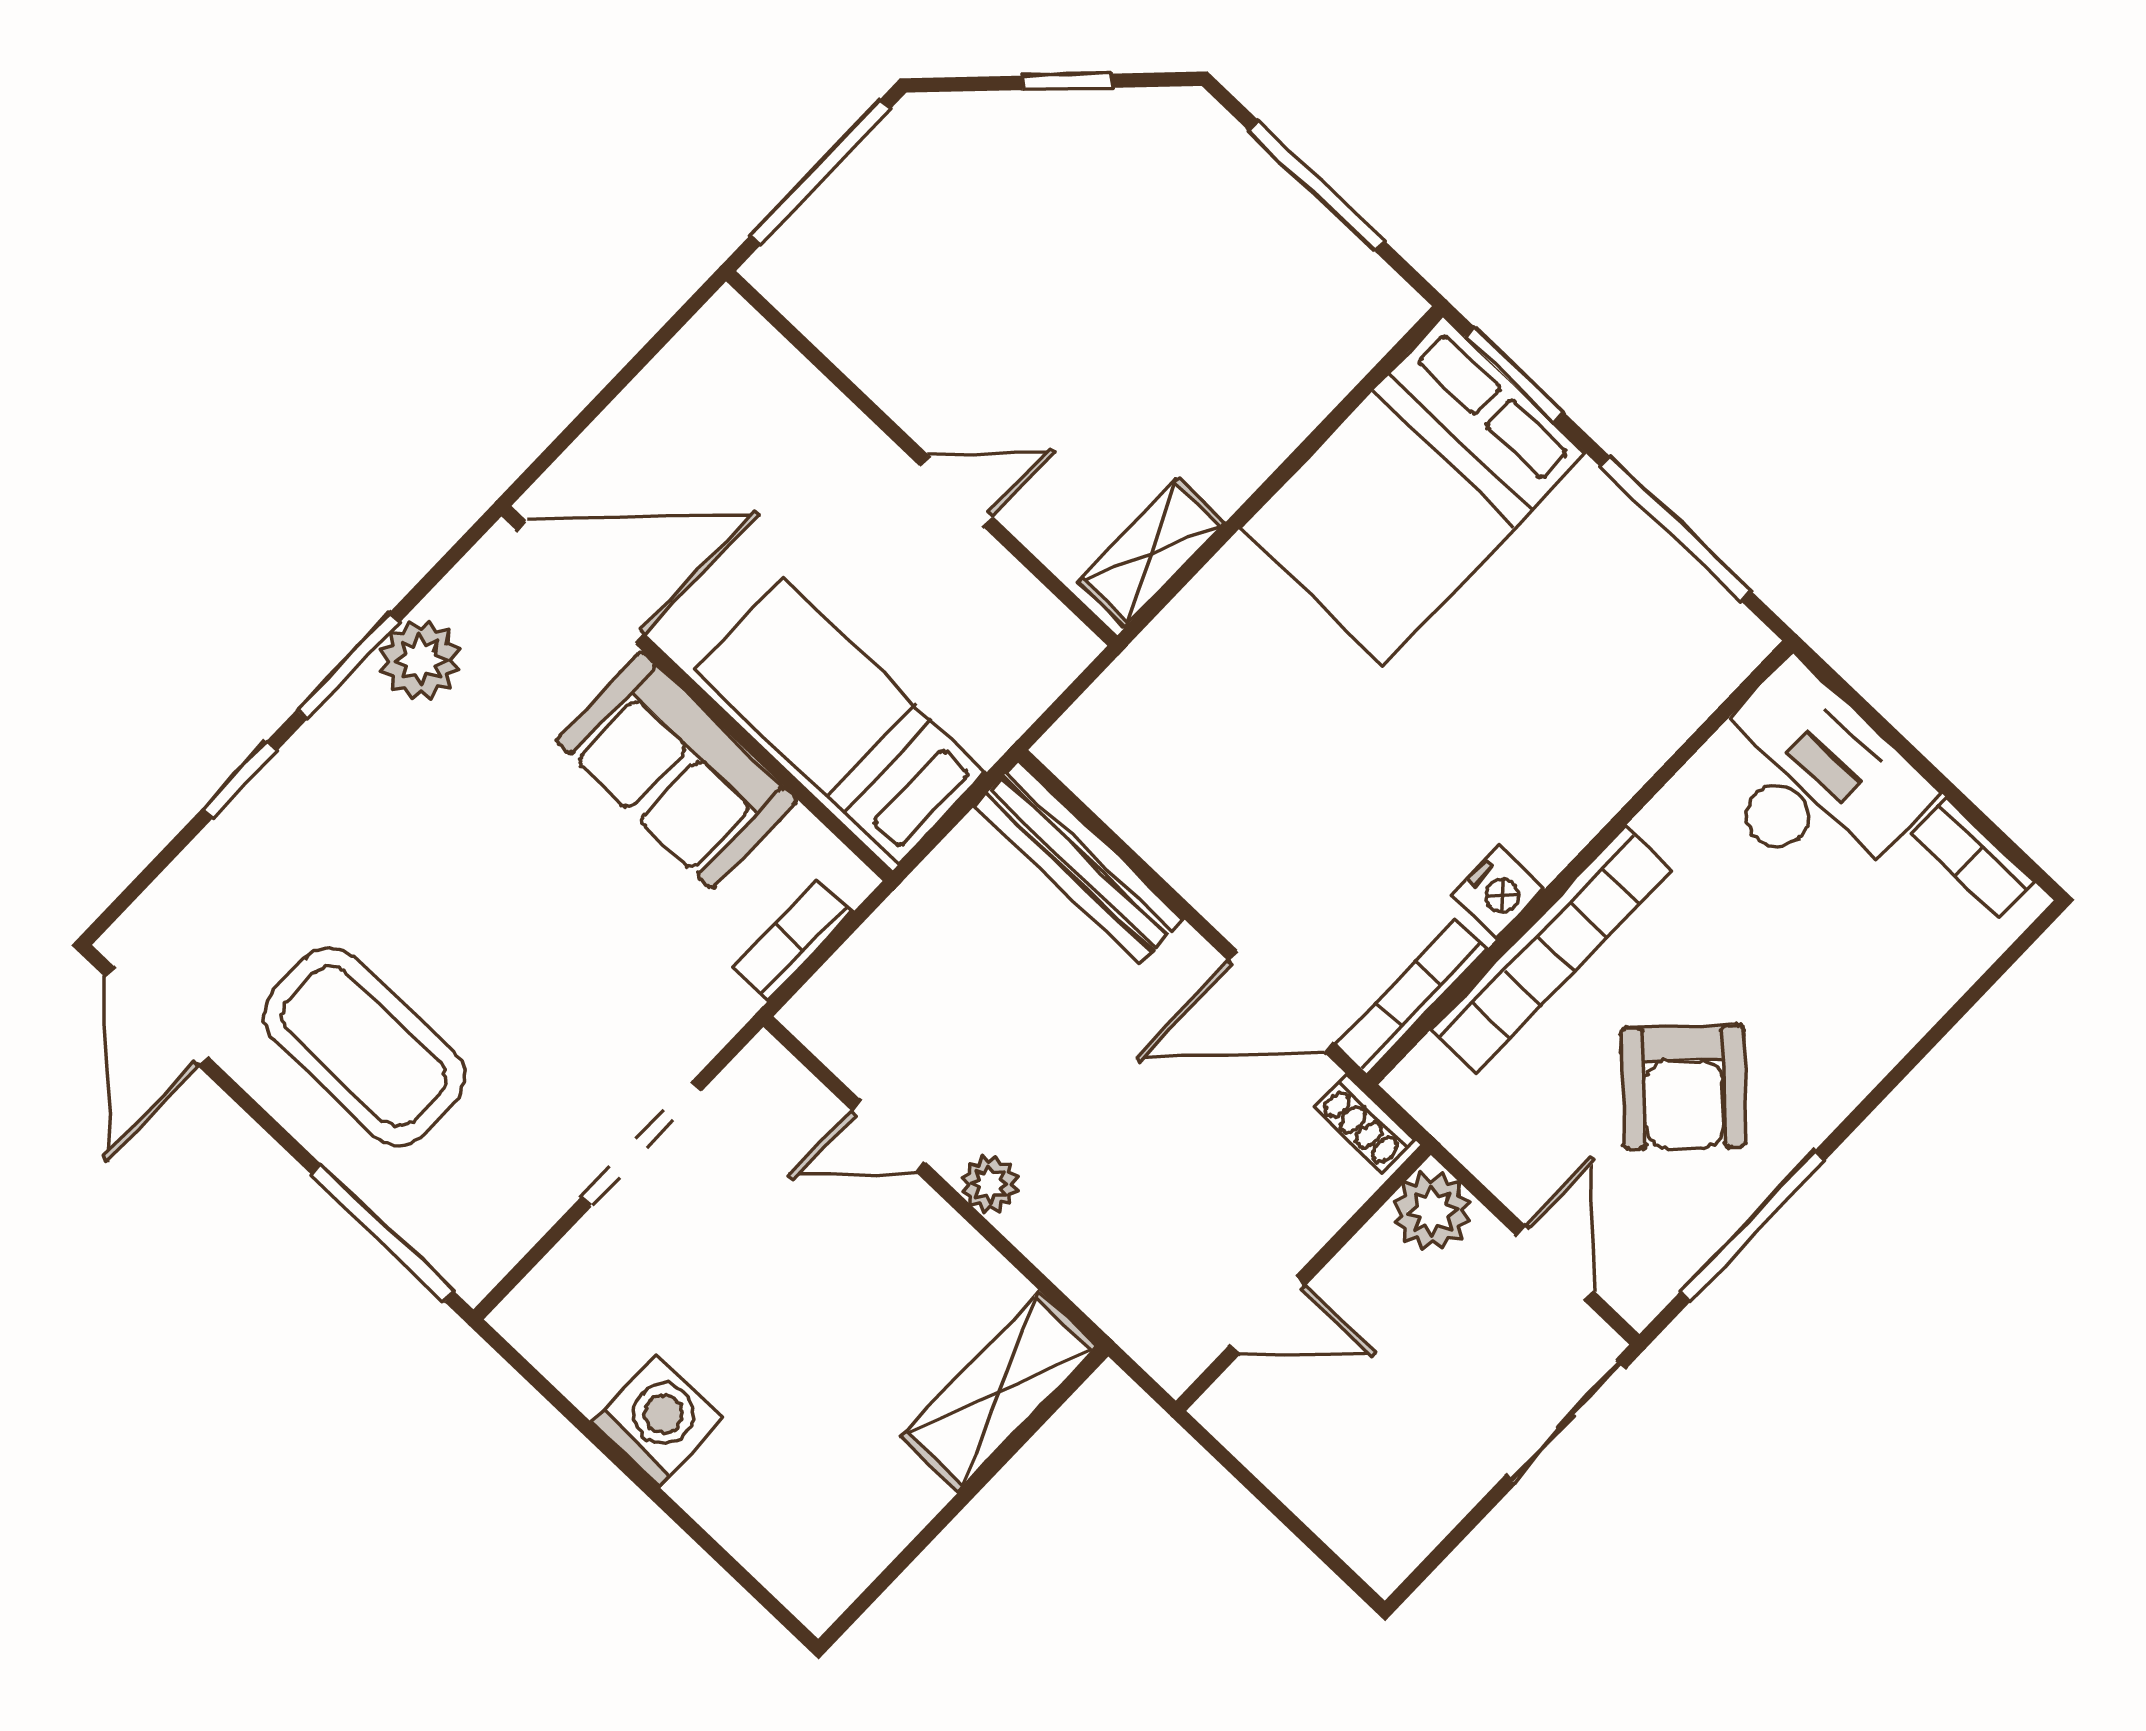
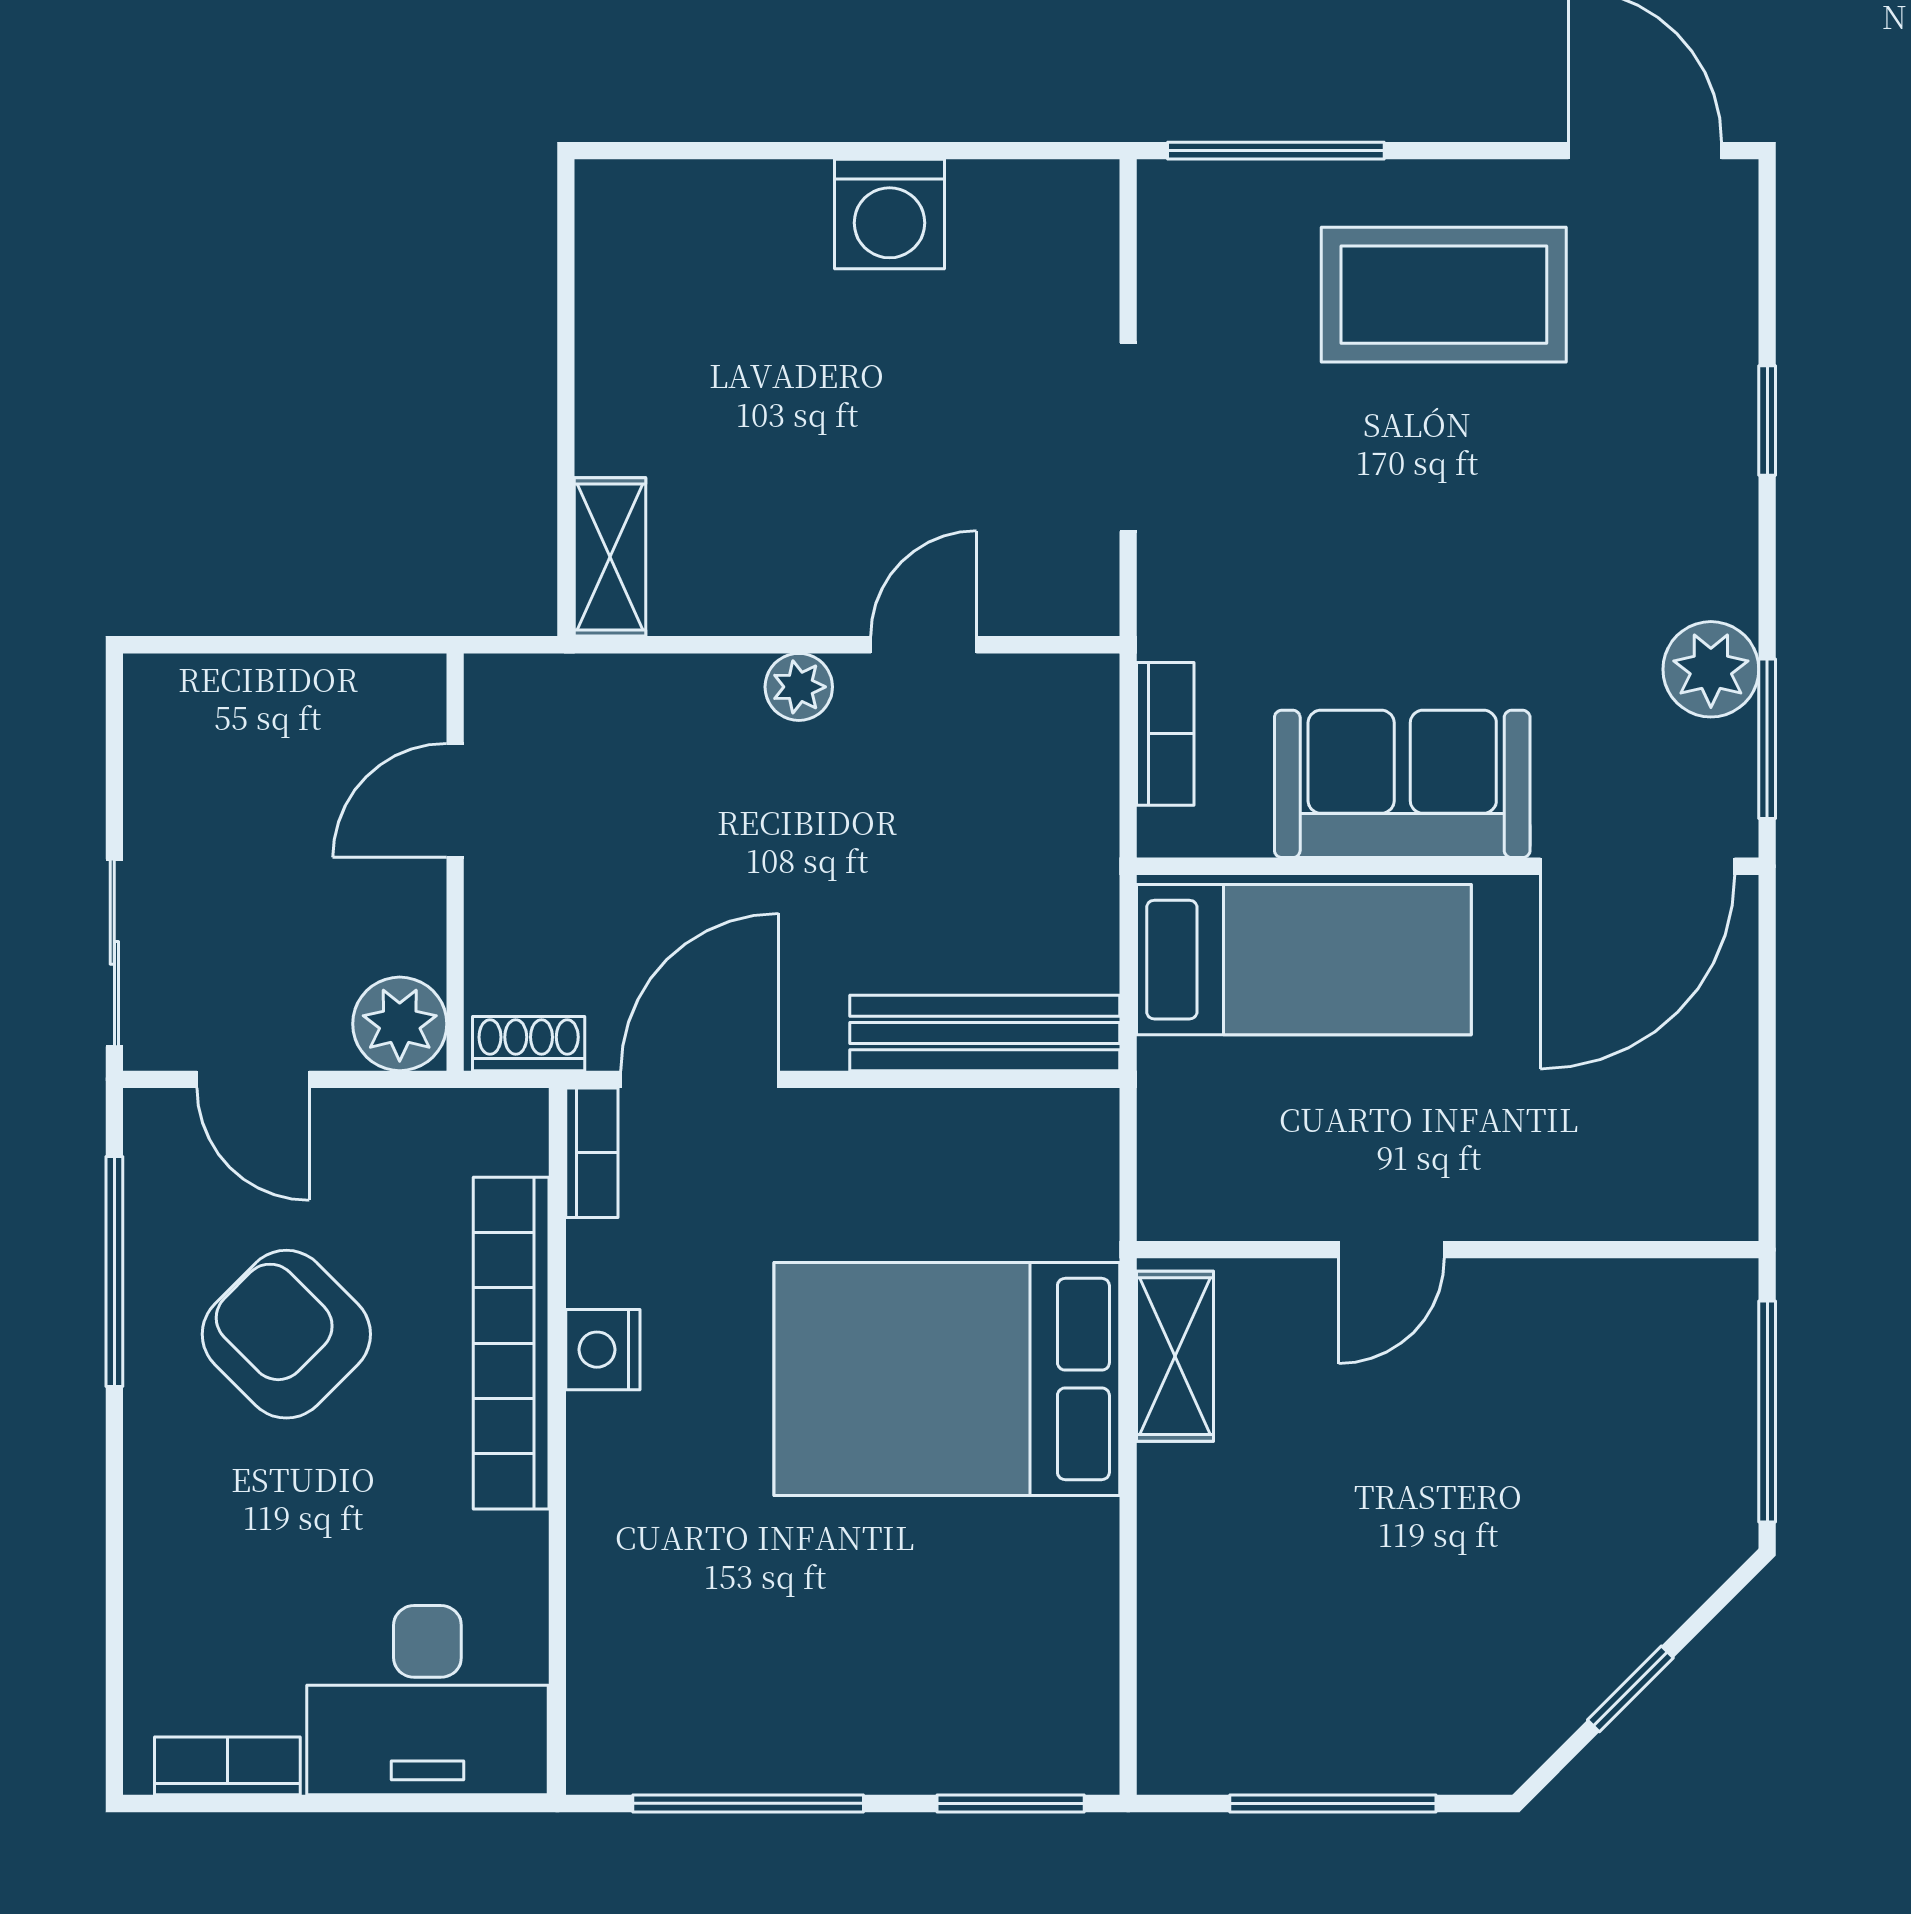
bed: (1413, 490) -> (947, 1379), moved, turned -90
window: (348, 666) -> (1767, 739), moved
bookcase: (1411, 997) -> (592, 1153), width x0.64
shelving: (999, 1391) -> (610, 557), width x0.67, depth x0.75

